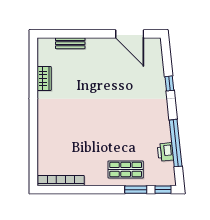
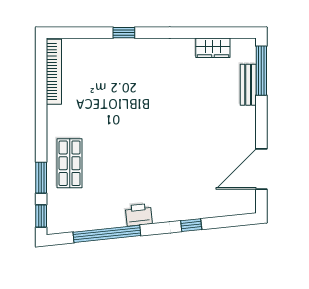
window: (60, 34) -> (261, 71), added
wardrobe: (44, 78) -> (213, 48), moved
window: (33, 131) -> (124, 33), added
printer: (165, 152) -> (139, 215), moved

